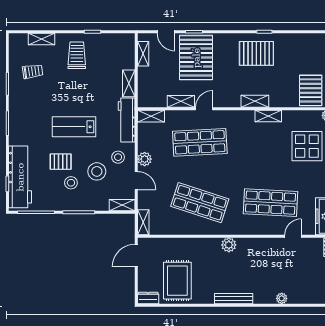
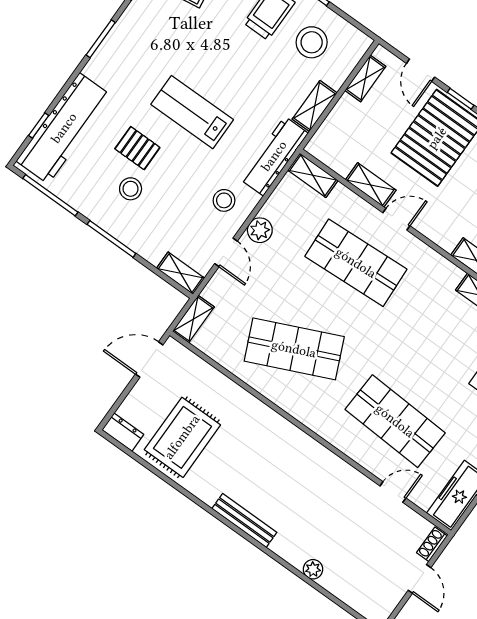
stool: (97, 171) -> (312, 42), moved
shop shelf: (200, 203) -> (294, 349), turned -42
plant: (229, 245) -> (292, 439), removed

